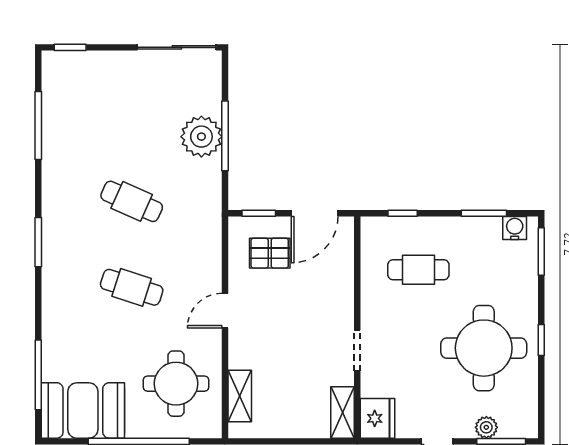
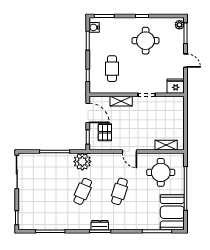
plant: (201, 137) -> (82, 162), moved
dresser: (53, 241) -> (100, 225), added
round table: (484, 348) -> (146, 41), width x0.73, depth x0.73
shelving: (342, 412) -> (121, 101), moved
plant: (486, 427) -> (179, 25), moved

